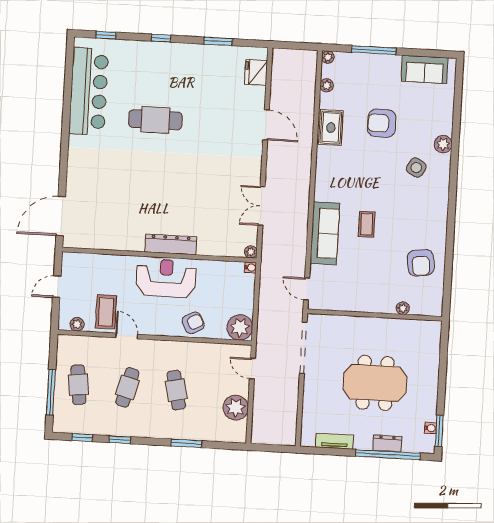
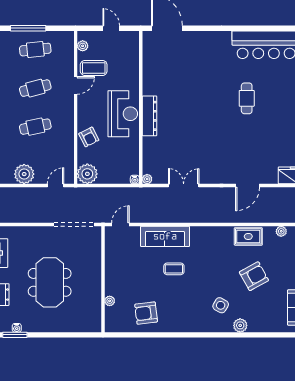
cafe table: (155, 120) -> (247, 98), width x0.73, depth x0.74
armchair: (382, 123) -> (254, 276), turned 61
cafe table: (127, 387) -> (35, 88), turned -30

